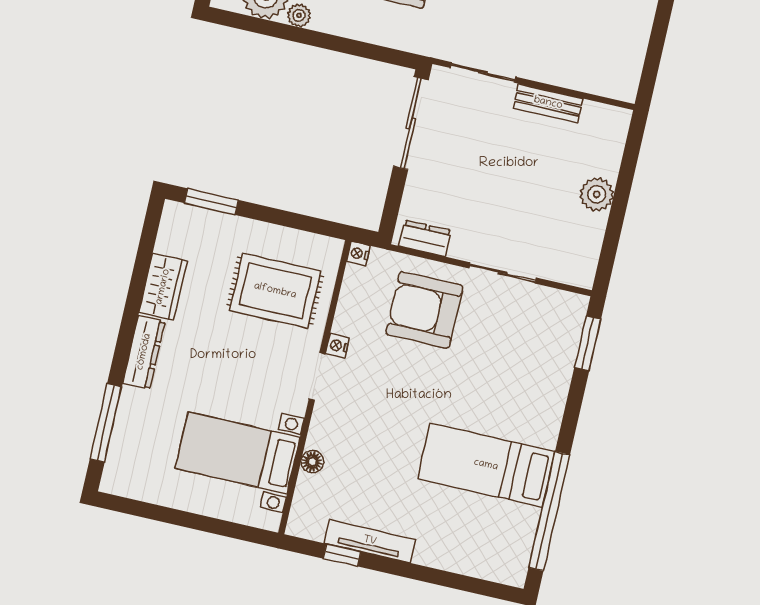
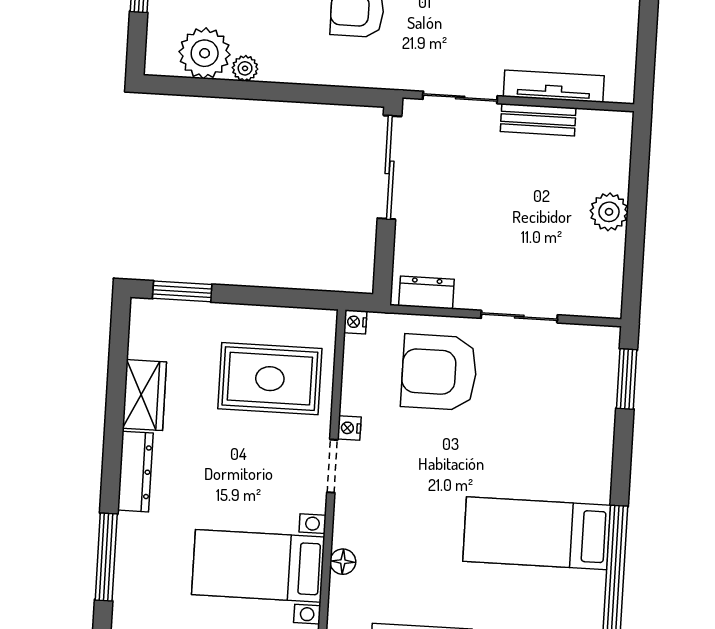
tv unit: (567, 76) -> (554, 86), added

